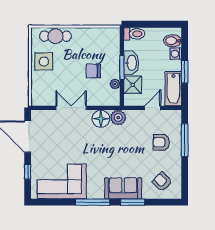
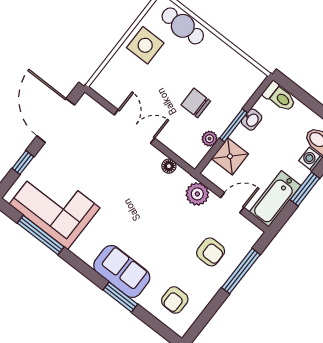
washbasin: (131, 63) -> (252, 120), width x0.52, depth x0.69
plant: (118, 118) -> (197, 194), moved
floor lamp: (101, 119) -> (169, 166), width x0.53, depth x0.53
armchair: (161, 142) -> (211, 252), turned 180
armchair: (162, 182) -> (175, 300), turned -135
window: (93, 202) -> (41, 235), moved

